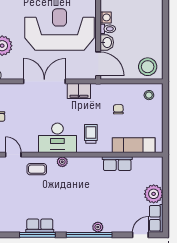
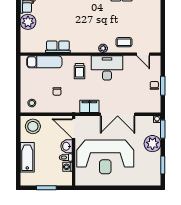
bathtub: (154, 29) -> (27, 157), added

